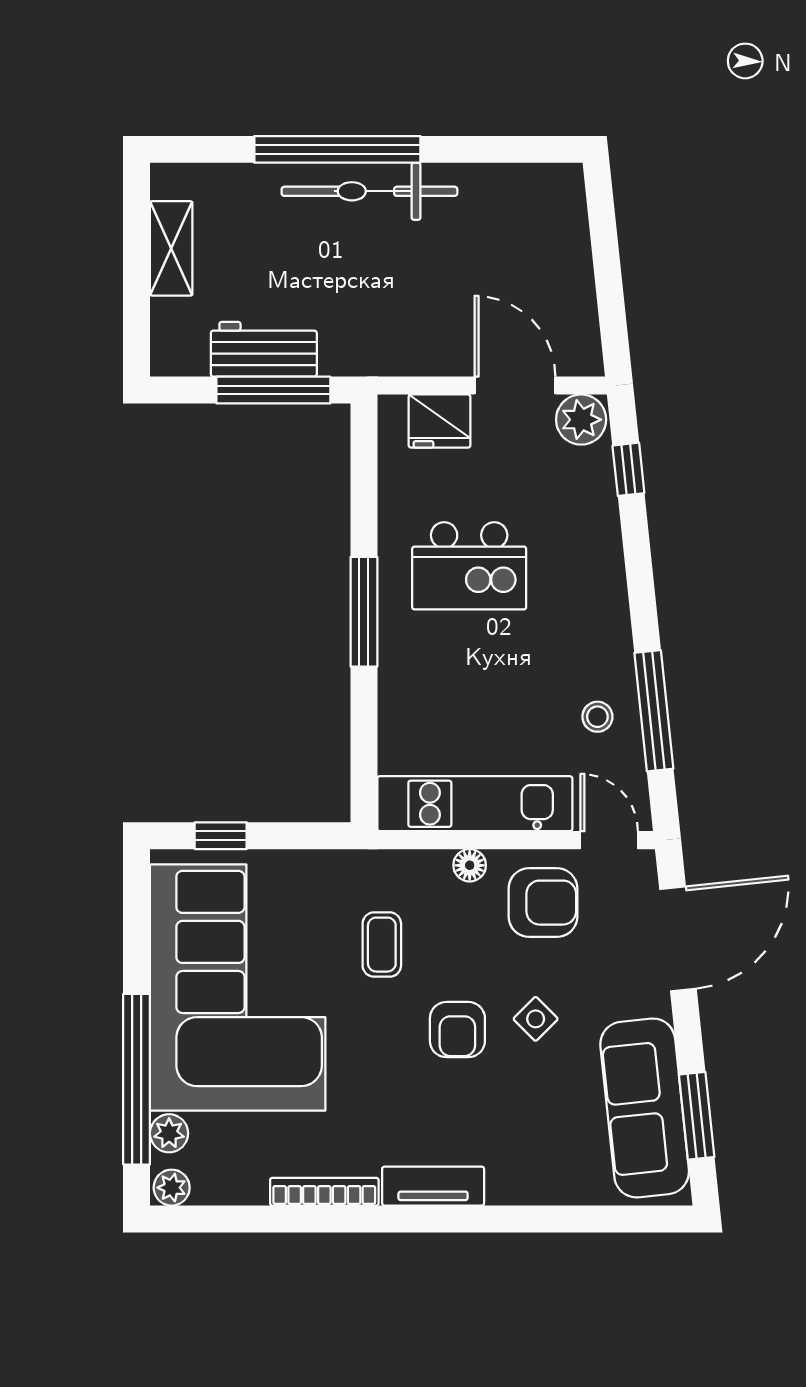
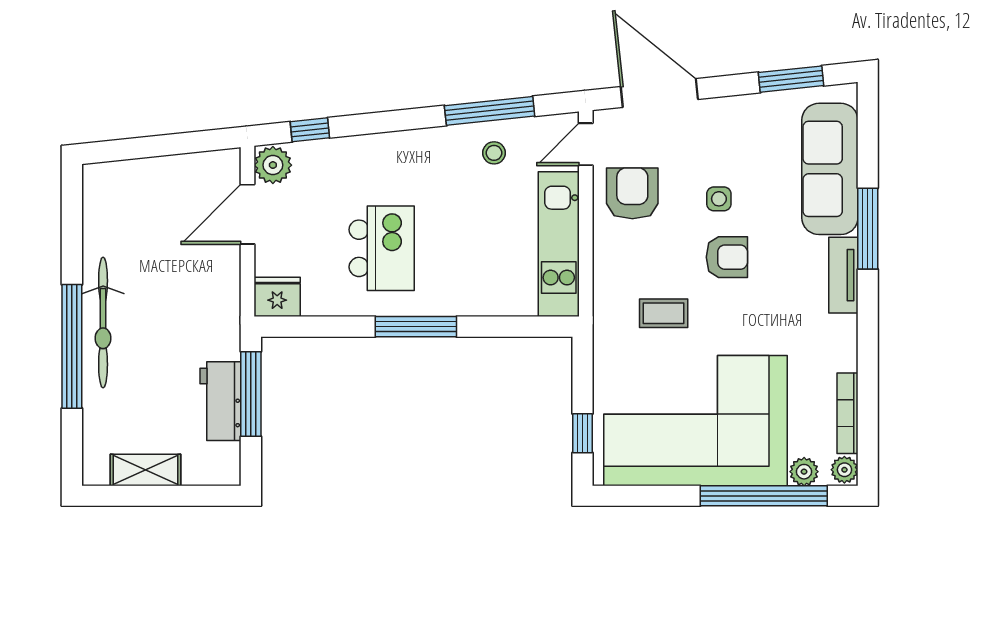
fridge: (439, 421) -> (277, 297), moved, turned -90
floor lamp: (470, 865) -> (605, 248), removed
side table: (536, 1019) -> (719, 199), turned 45
sofa: (645, 1108) -> (830, 169), moved, turned 96
bookcase: (324, 1192) -> (847, 413), moved
window: (496, 1219) -> (868, 229), added

